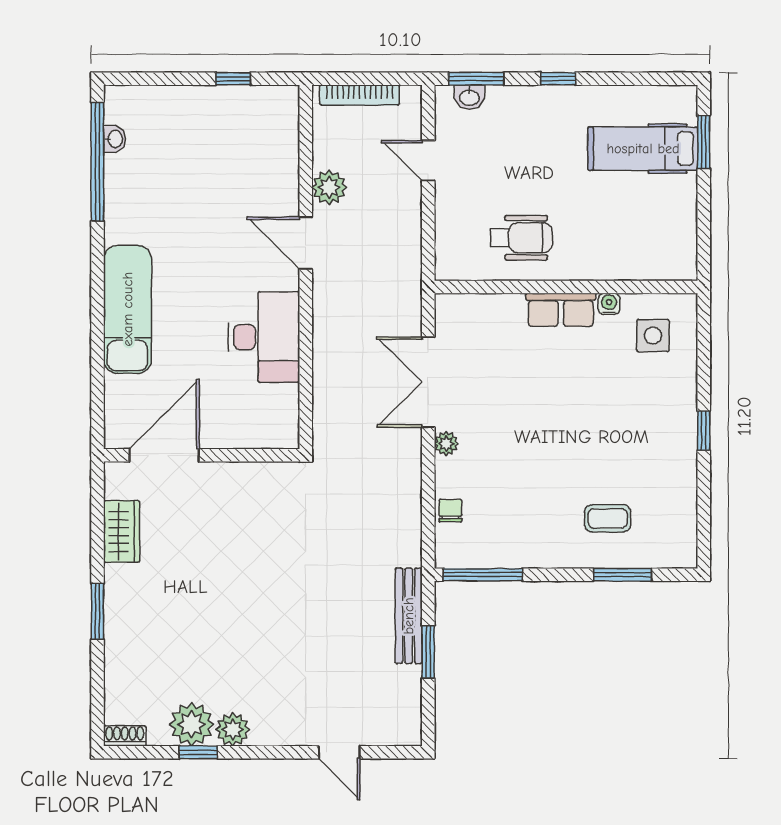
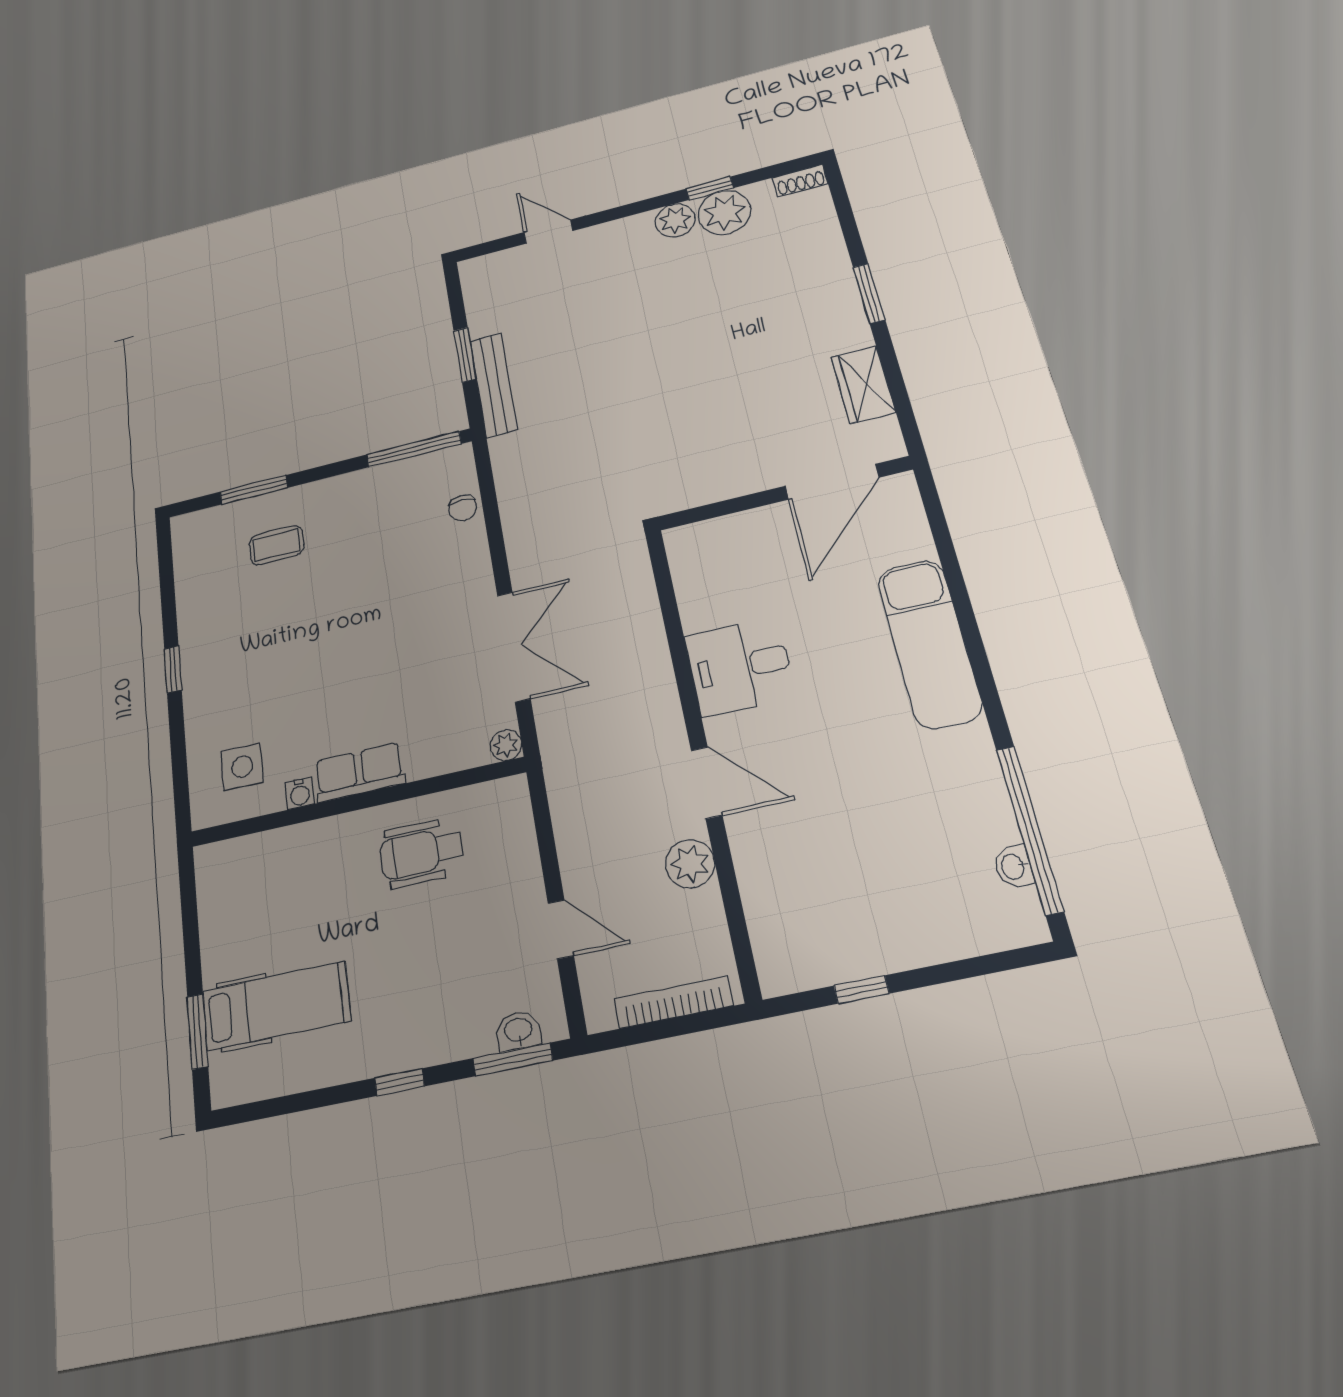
desk: (264, 337) -> (740, 666), width x0.73
plant: (446, 443) -> (506, 745), moved

